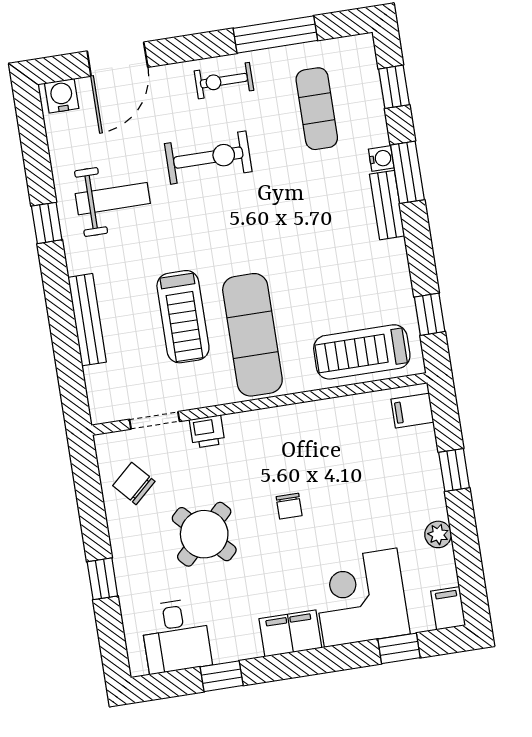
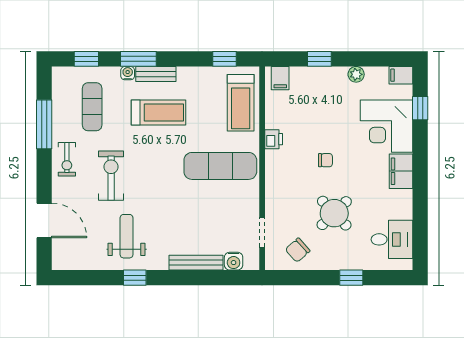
water cooler: (62, 96) -> (234, 261), moved, turned -90
exercise mat: (317, 109) -> (92, 107), turned 90
treadmill: (183, 317) -> (158, 113), moved
printer: (207, 432) -> (274, 139), moved
window: (222, 676) -> (420, 216), removed

